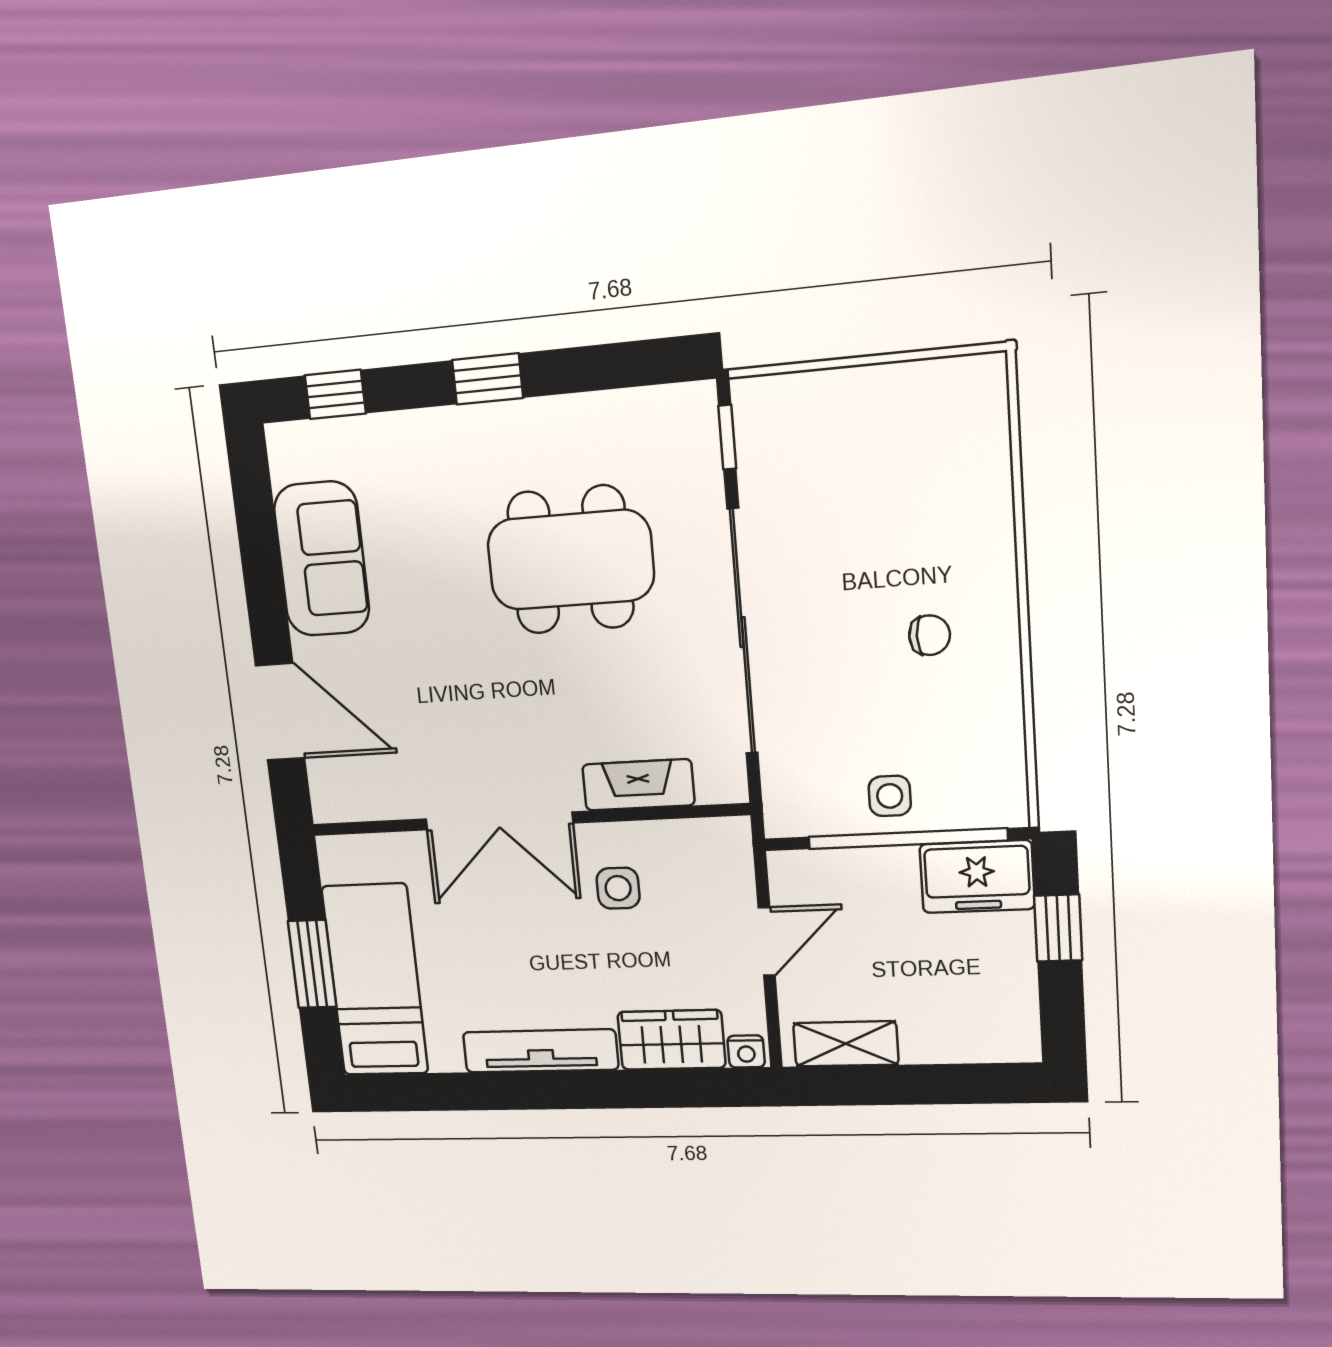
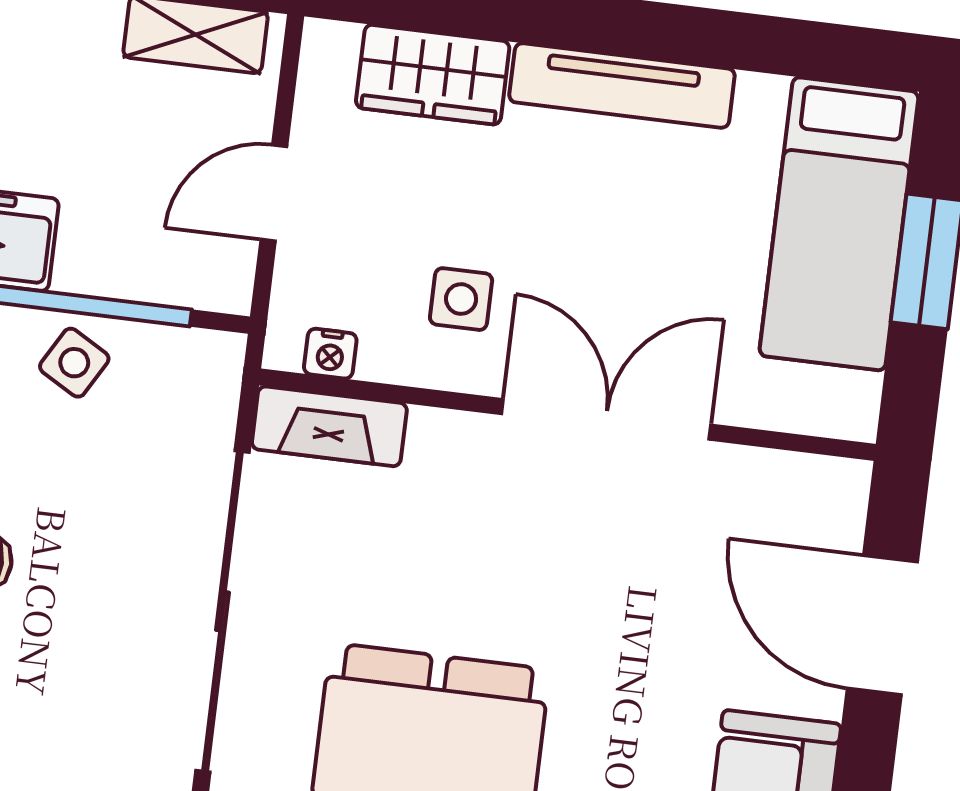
fireplace: (638, 785) -> (329, 426), moved
side table: (890, 796) -> (74, 363), turned 30
nightstand: (746, 1051) -> (330, 354), moved, turned 180

